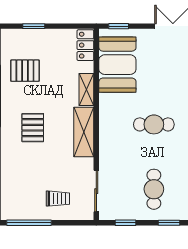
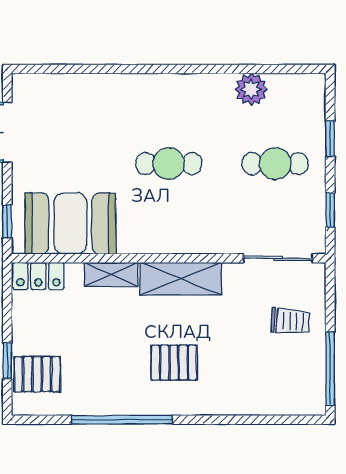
pallet: (25, 71) -> (37, 374), moved, turned 90
cafe table: (154, 124) -> (169, 164), turned 90
trolley: (58, 199) -> (290, 321), turned 94

